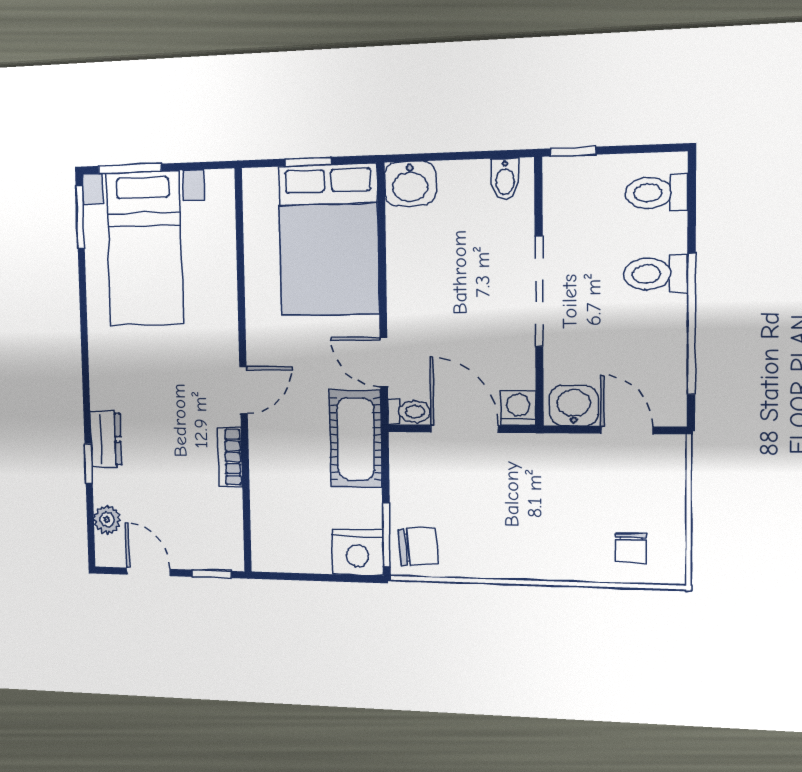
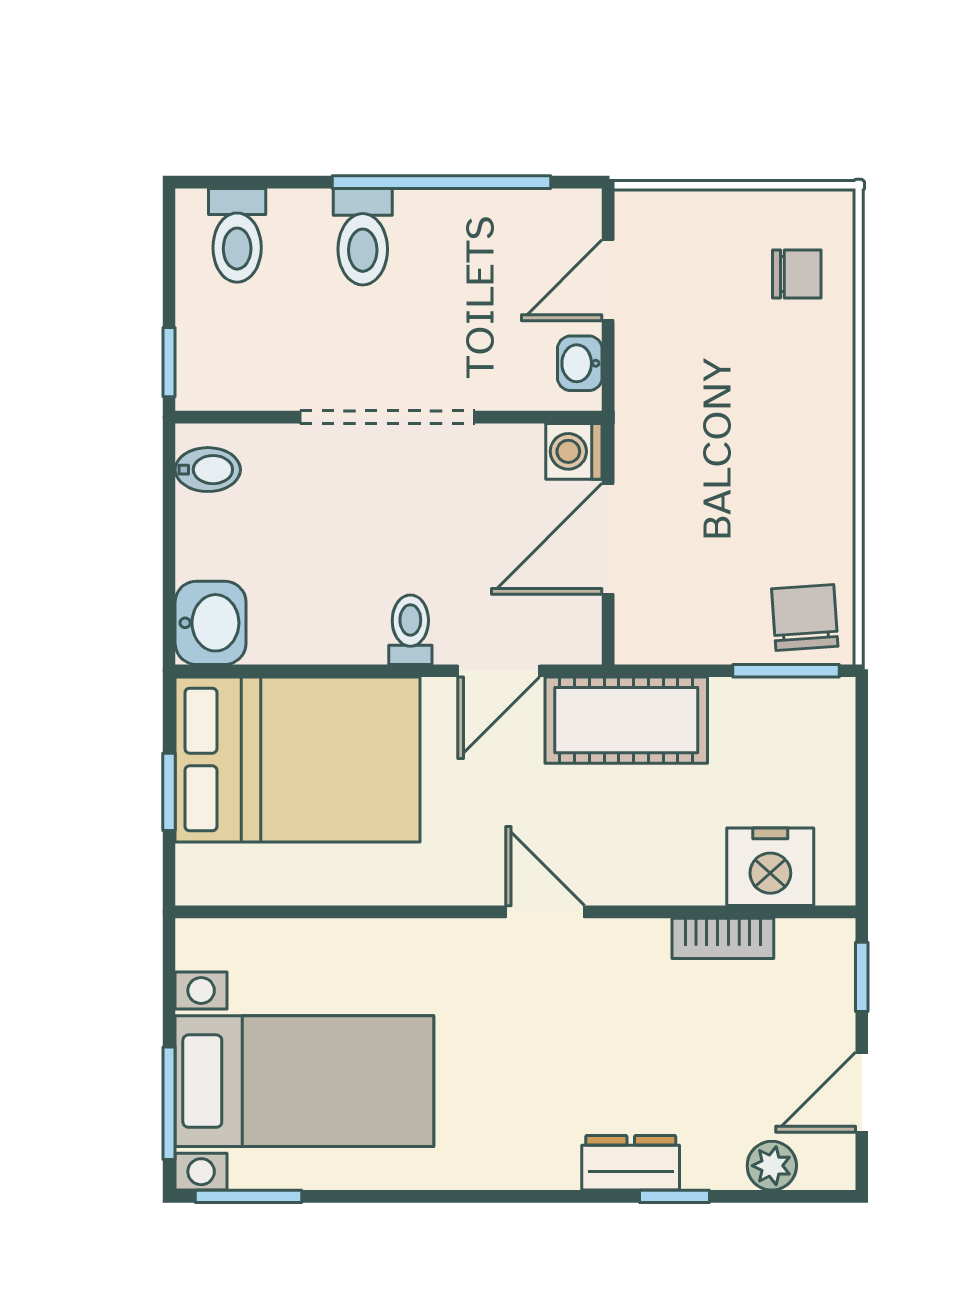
washbasin: (574, 406) -> (580, 363), width x0.72, depth x0.69
toilet: (409, 412) -> (410, 630), moved
bookcase: (230, 457) -> (723, 938), moved
nightstand: (358, 552) -> (770, 867), moved, turned 90

